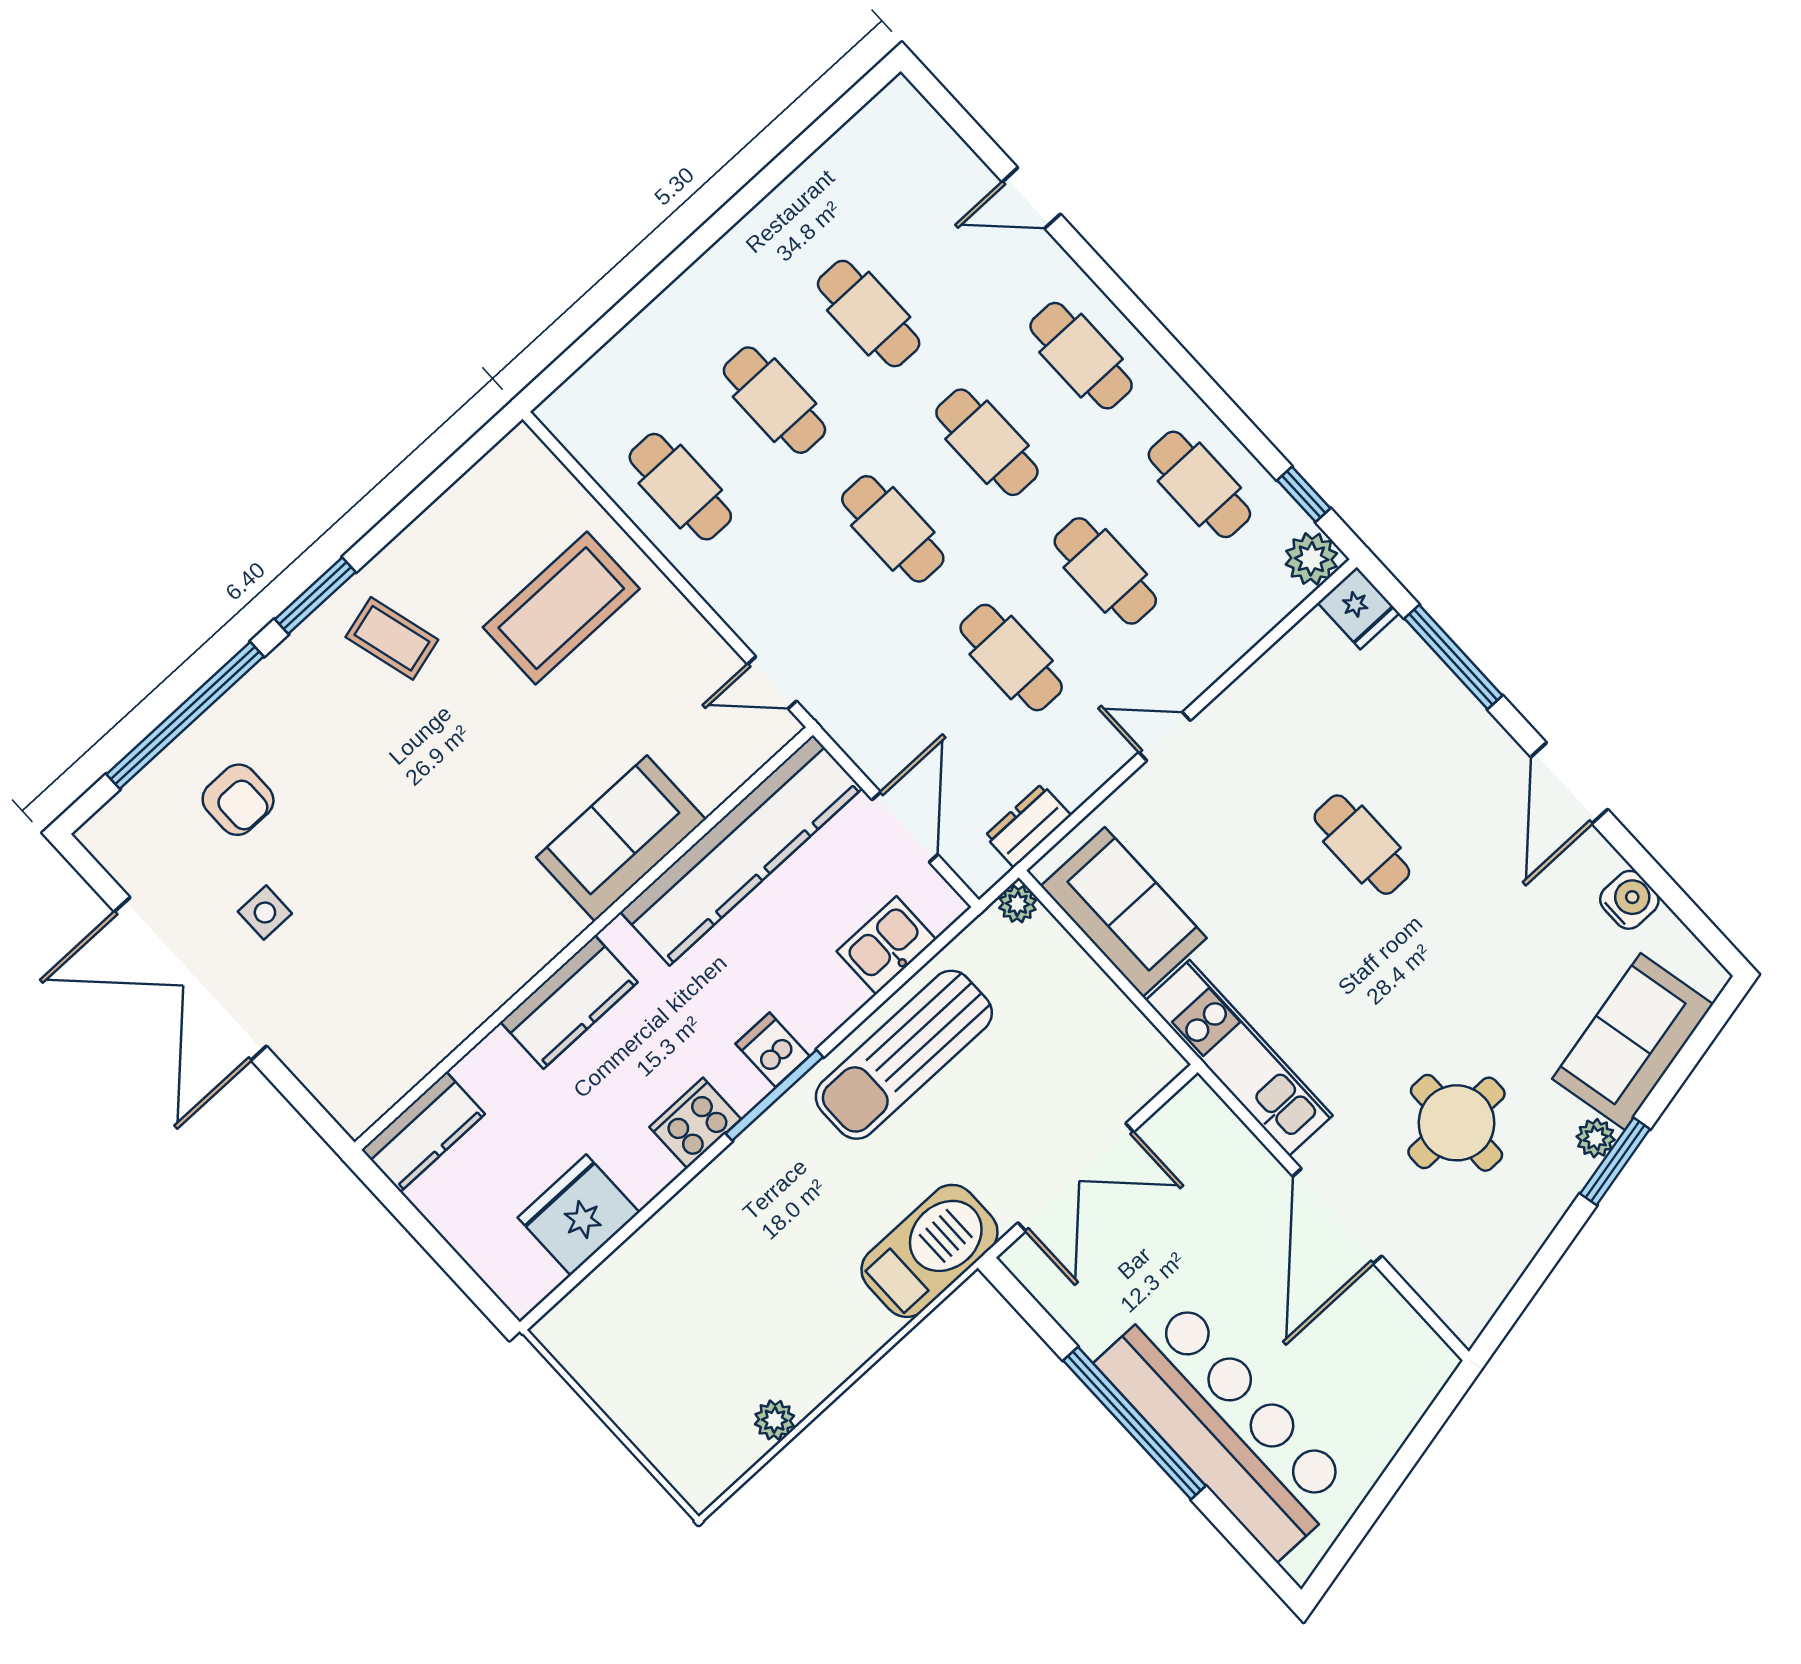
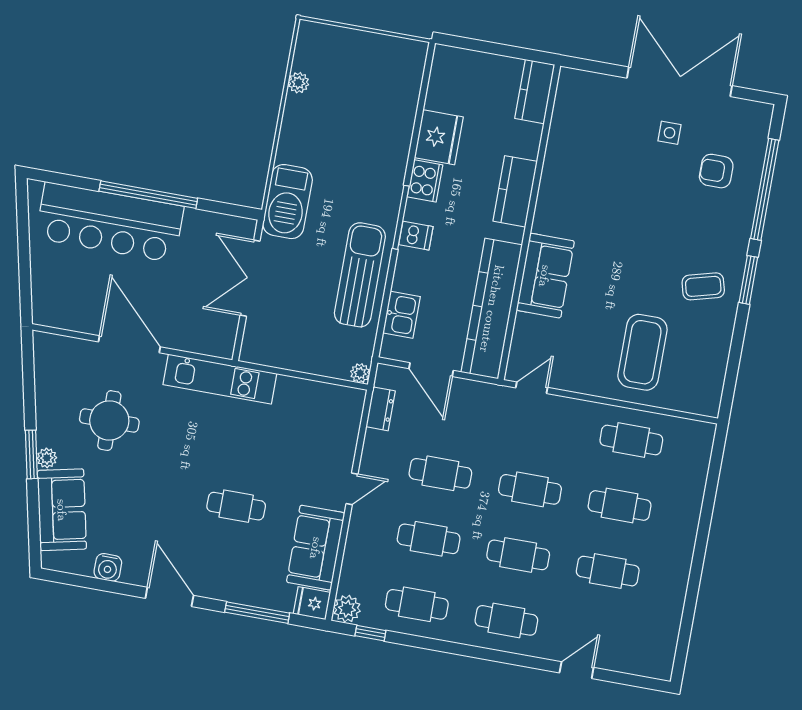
sofa: (1124, 912) -> (316, 548), moved, turned 90
fridge: (578, 1215) -> (439, 137), moved

